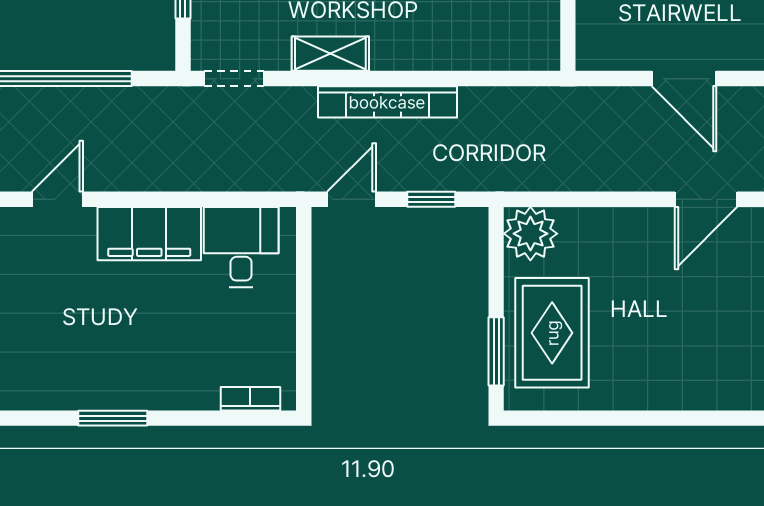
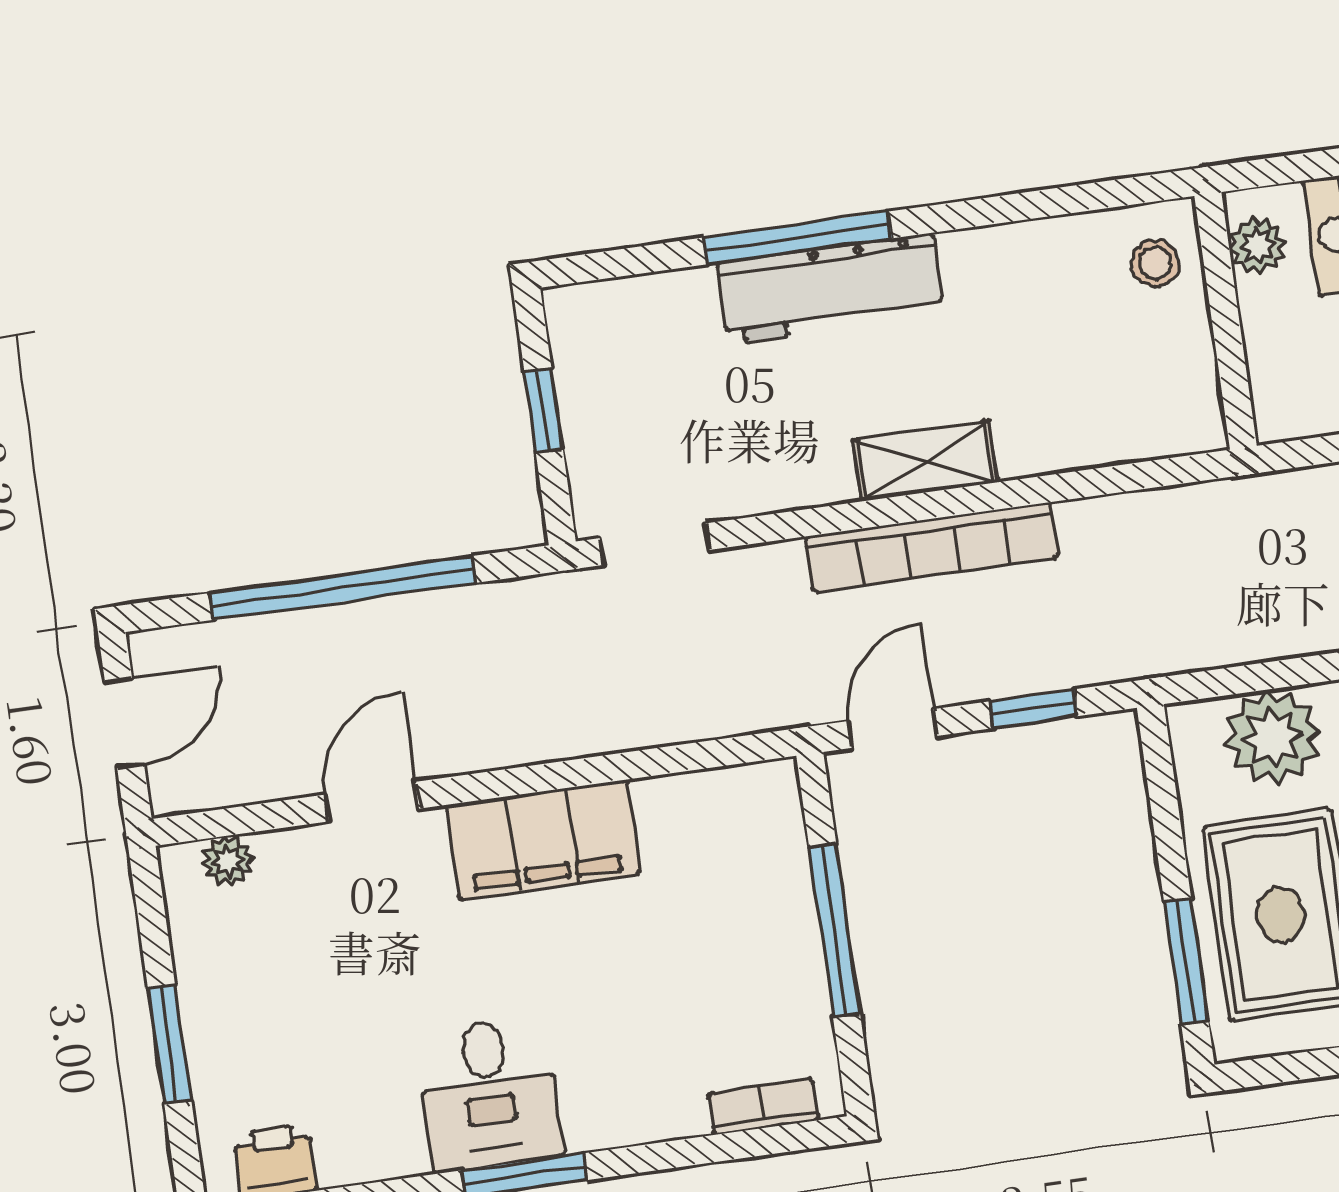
shelving: (330, 54) -> (925, 461), moved
plant: (530, 234) -> (1272, 737), moved
desk: (241, 247) -> (489, 1094), moved, turned 180
window: (304, 307) -> (835, 931), added

